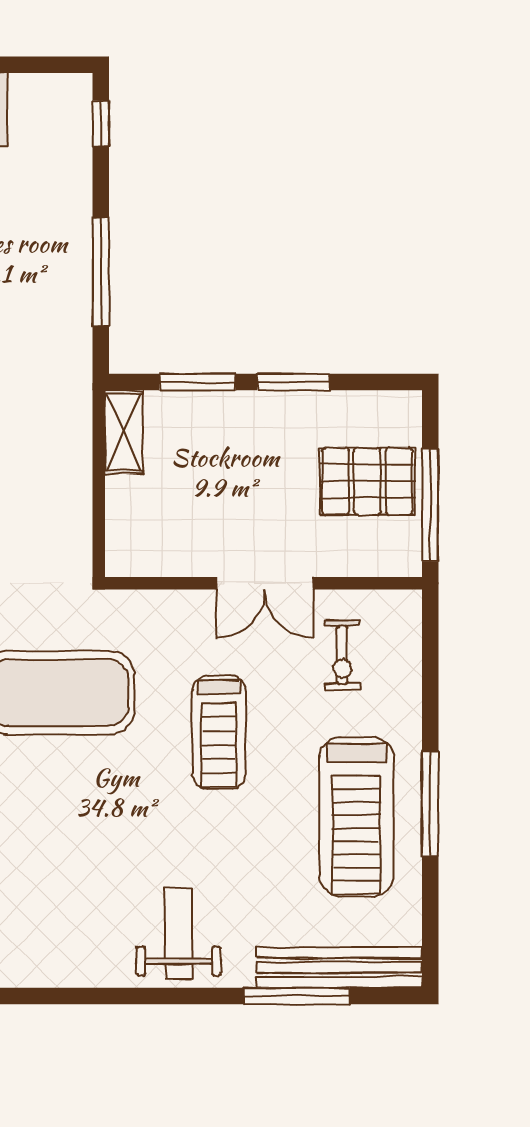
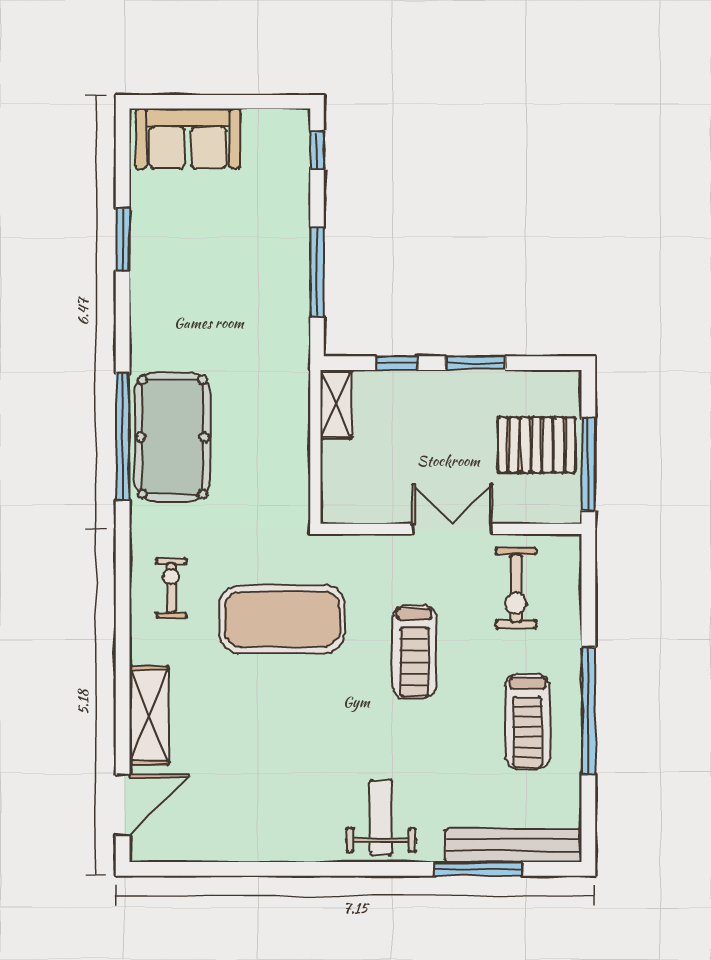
window: (197, 382) -> (397, 363), width x0.67
double door: (265, 583) -> (452, 529), swing flipped
exercise bike: (342, 655) -> (516, 588), width x1.38, depth x1.39
window: (430, 804) -> (588, 711), width x1.46
treadmill: (356, 817) -> (528, 721), width x0.73, depth x0.73

